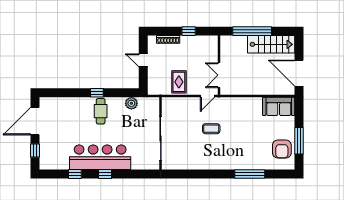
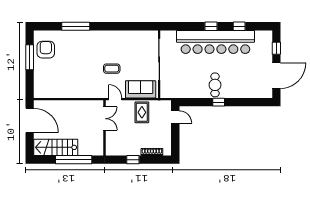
door: (143, 60) -> (175, 117), moved
door: (207, 96) -> (115, 99), hinge flipped
plant: (131, 103) -> (186, 92), removed
sofa: (279, 106) -> (141, 89), moved
bar counter: (100, 157) -> (215, 42), width x1.36

